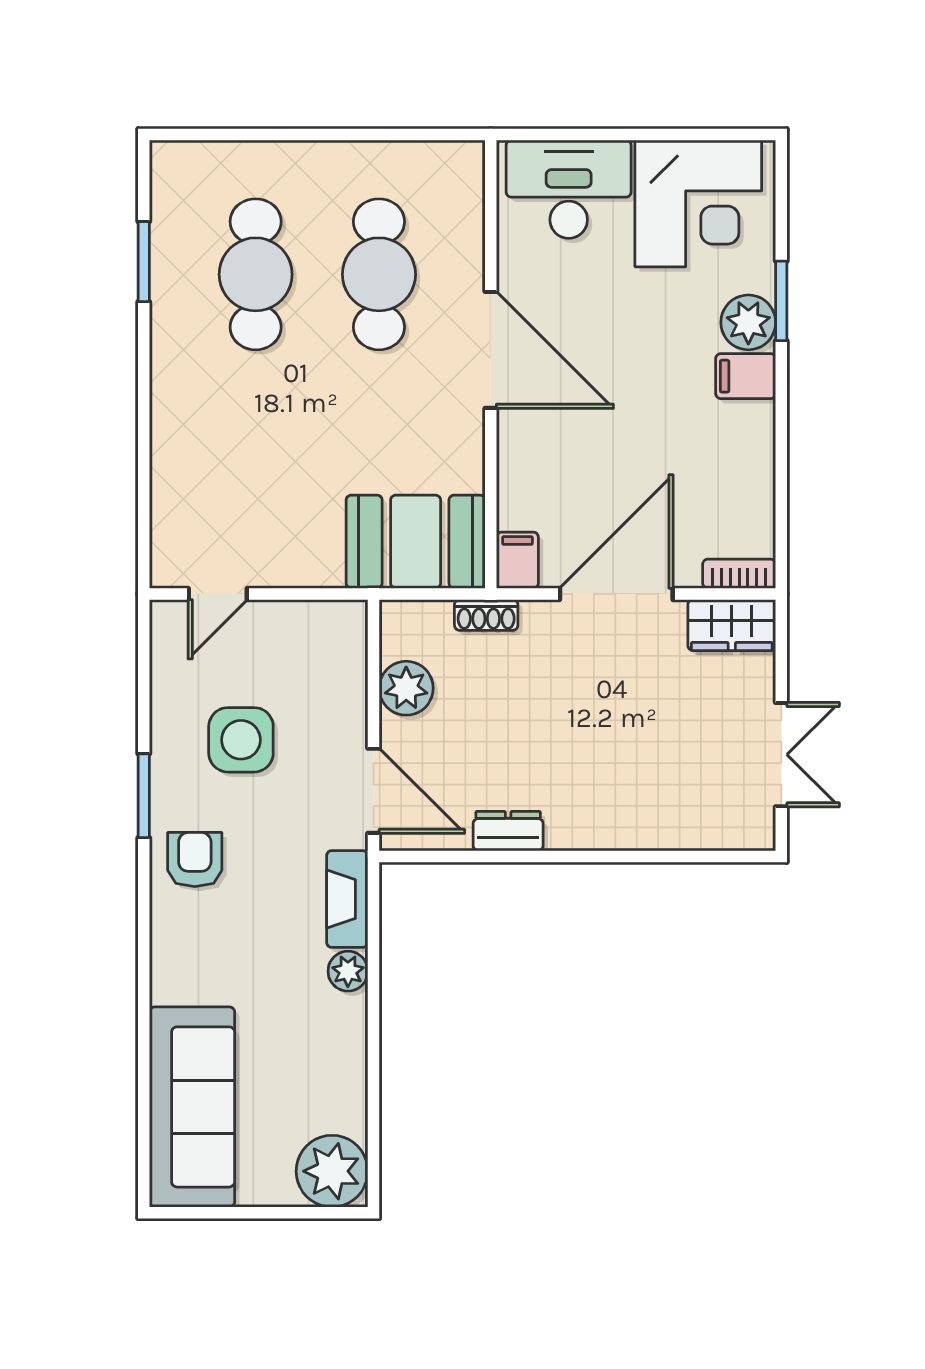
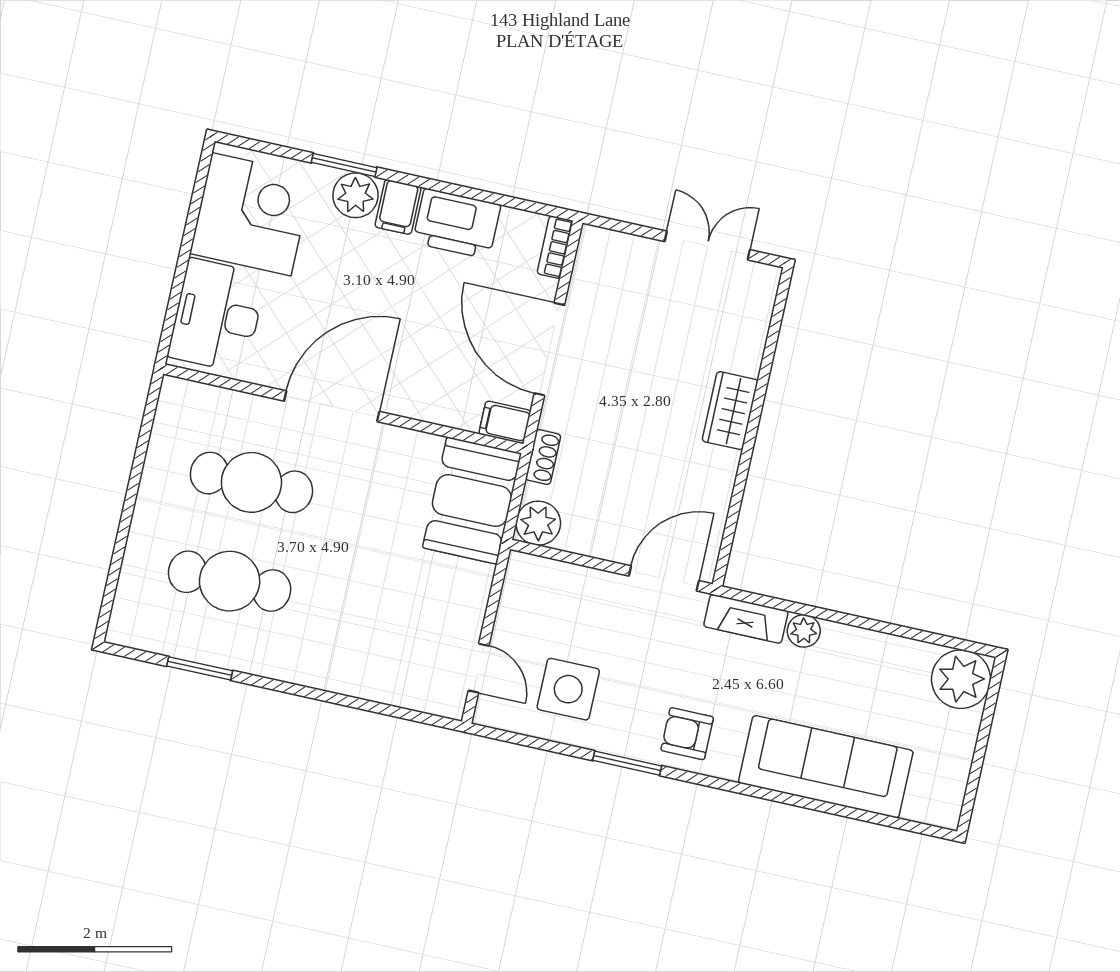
printer: (741, 450) -> (457, 224), added
wardrobe: (732, 625) -> (730, 411), moved, turned 180
plant: (406, 688) -> (538, 523), moved
side table: (241, 740) -> (568, 689), moved
dresser: (508, 831) -> (720, 478), removed
sofa: (192, 1107) -> (826, 767), moved

